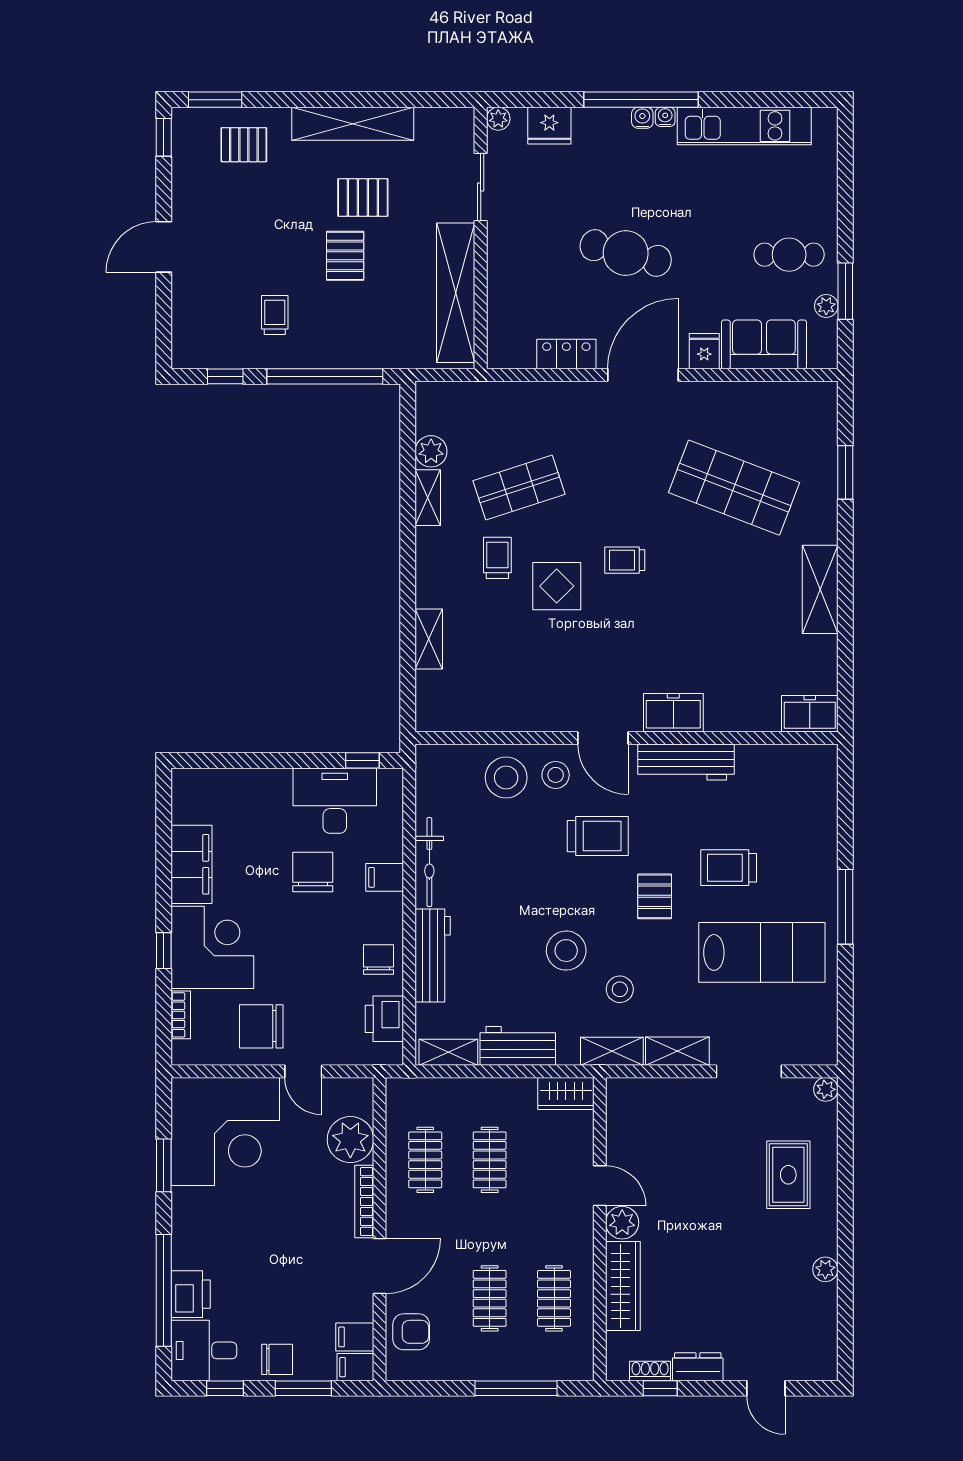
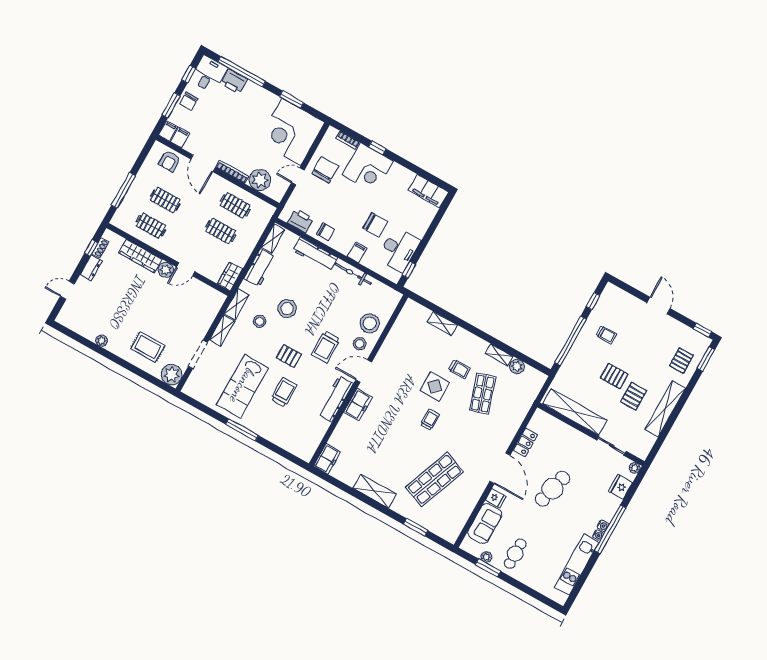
filing cabinet: (192, 864) -> (428, 191), moved
plant: (826, 1089) -> (172, 375), width x1.88, depth x1.88

